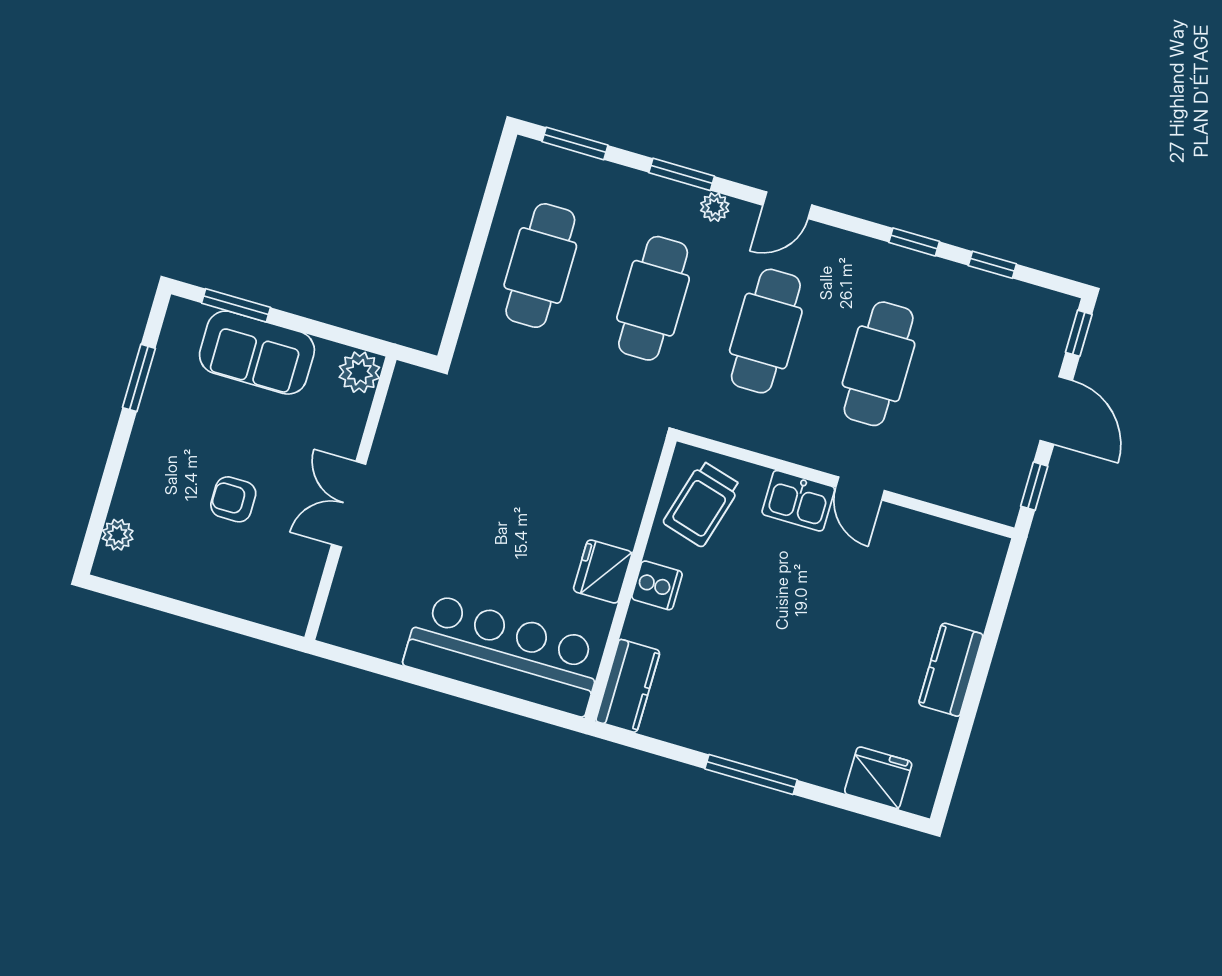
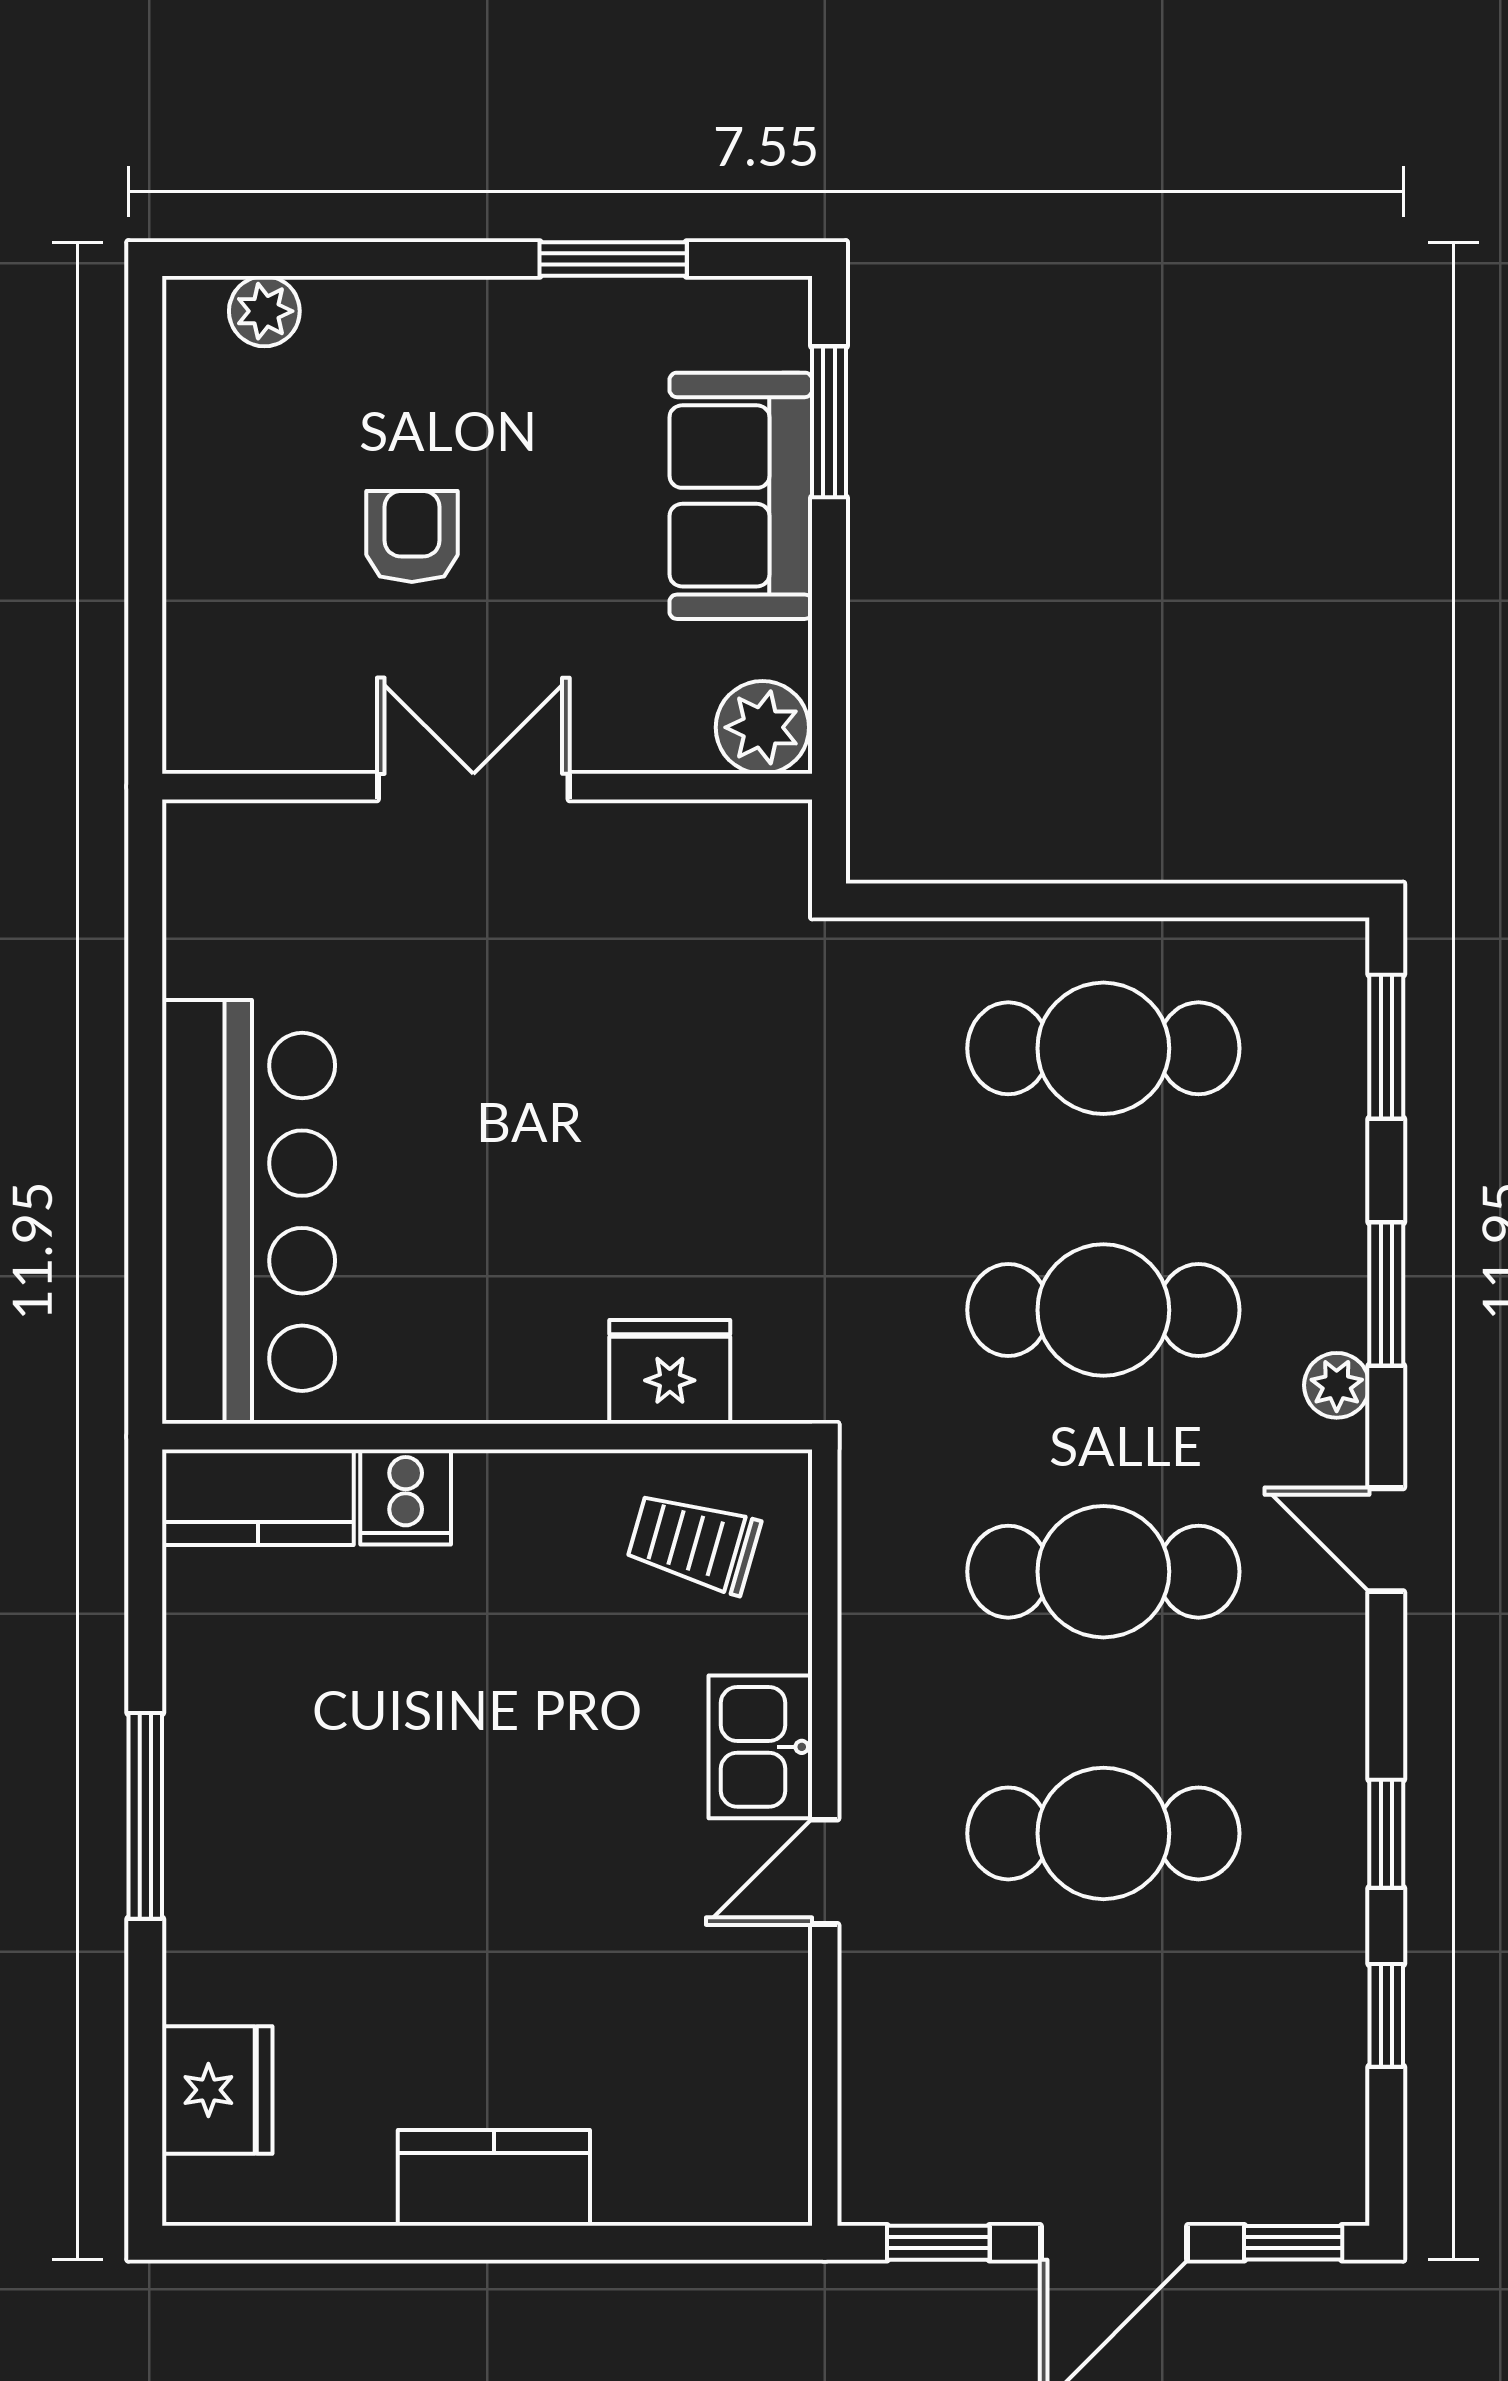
trolley: (702, 504) -> (694, 1543), width x0.73, depth x0.72
fridge: (603, 572) -> (670, 1372), moved
cooker: (657, 585) -> (406, 1497), moved

